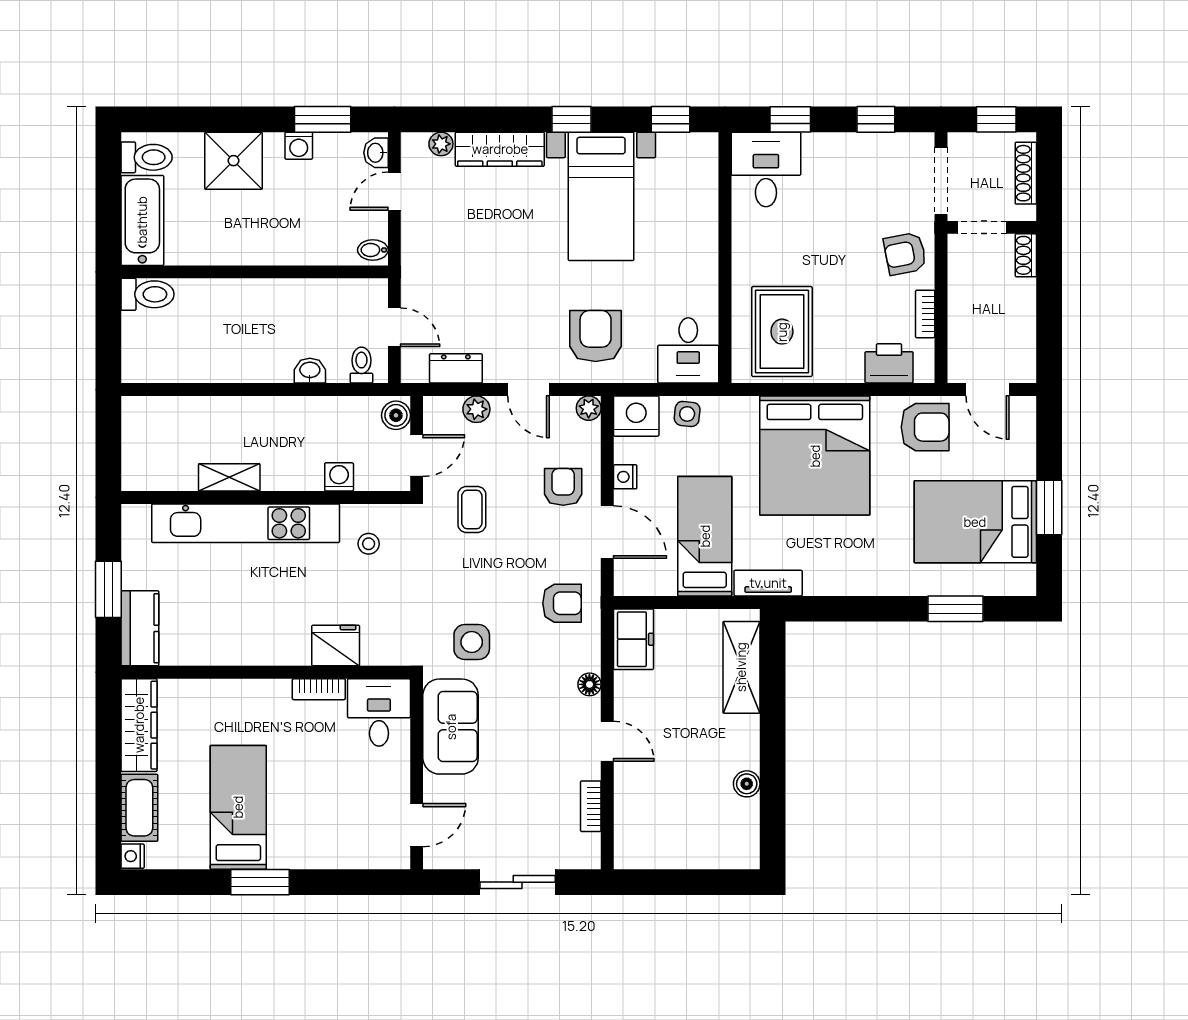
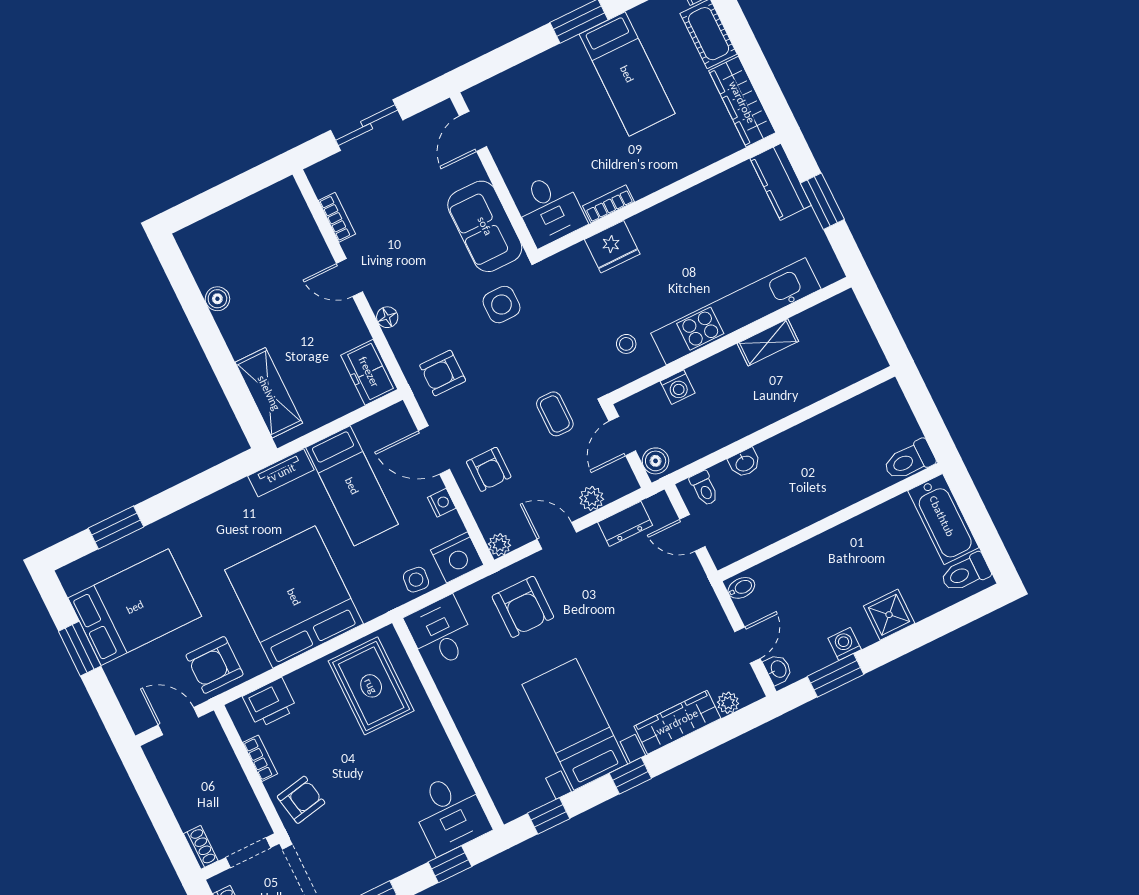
shower: (234, 161) -> (889, 615), width x0.73, depth x0.73

